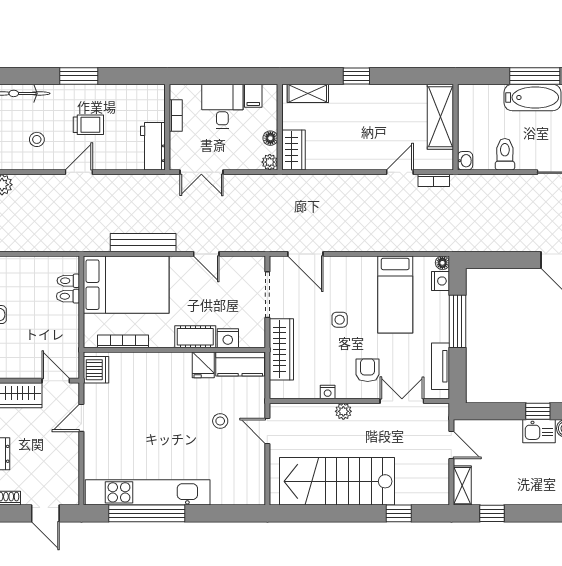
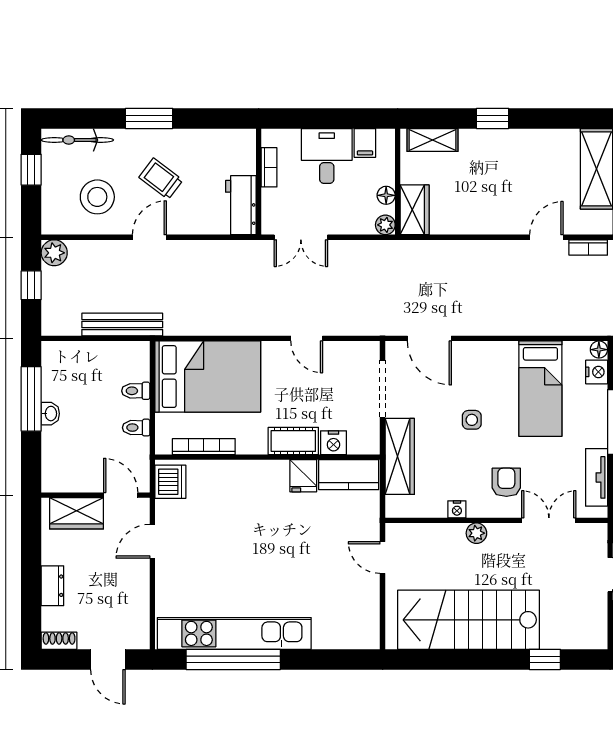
trolley: (88, 125) -> (161, 179), turned -143
stool: (37, 139) -> (97, 197), width x1.89, depth x1.89
bench: (143, 243) -> (122, 325), moved
toilet: (68, 281) -> (136, 428), moved
stool: (220, 421) -> (324, 545), removed

